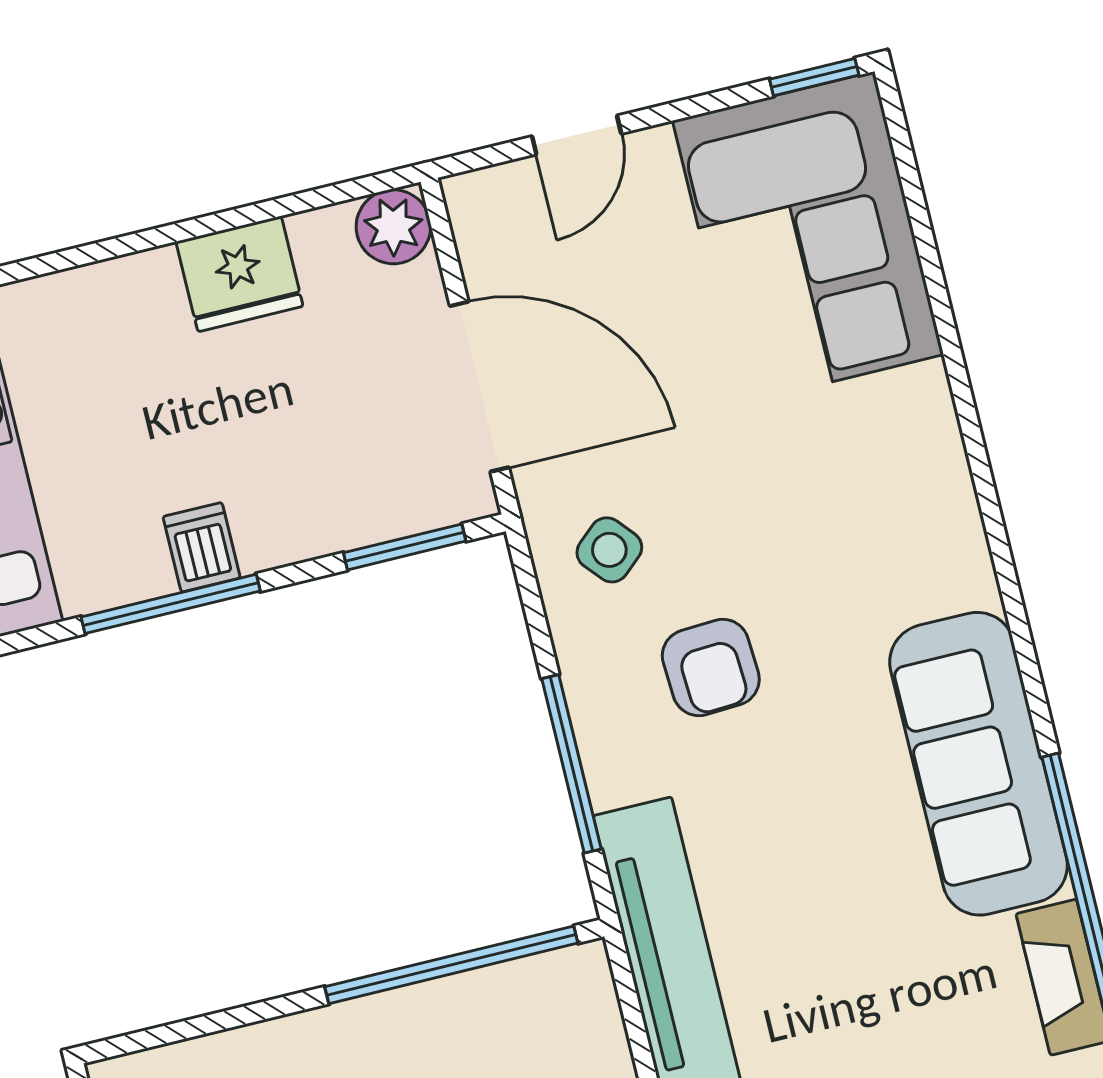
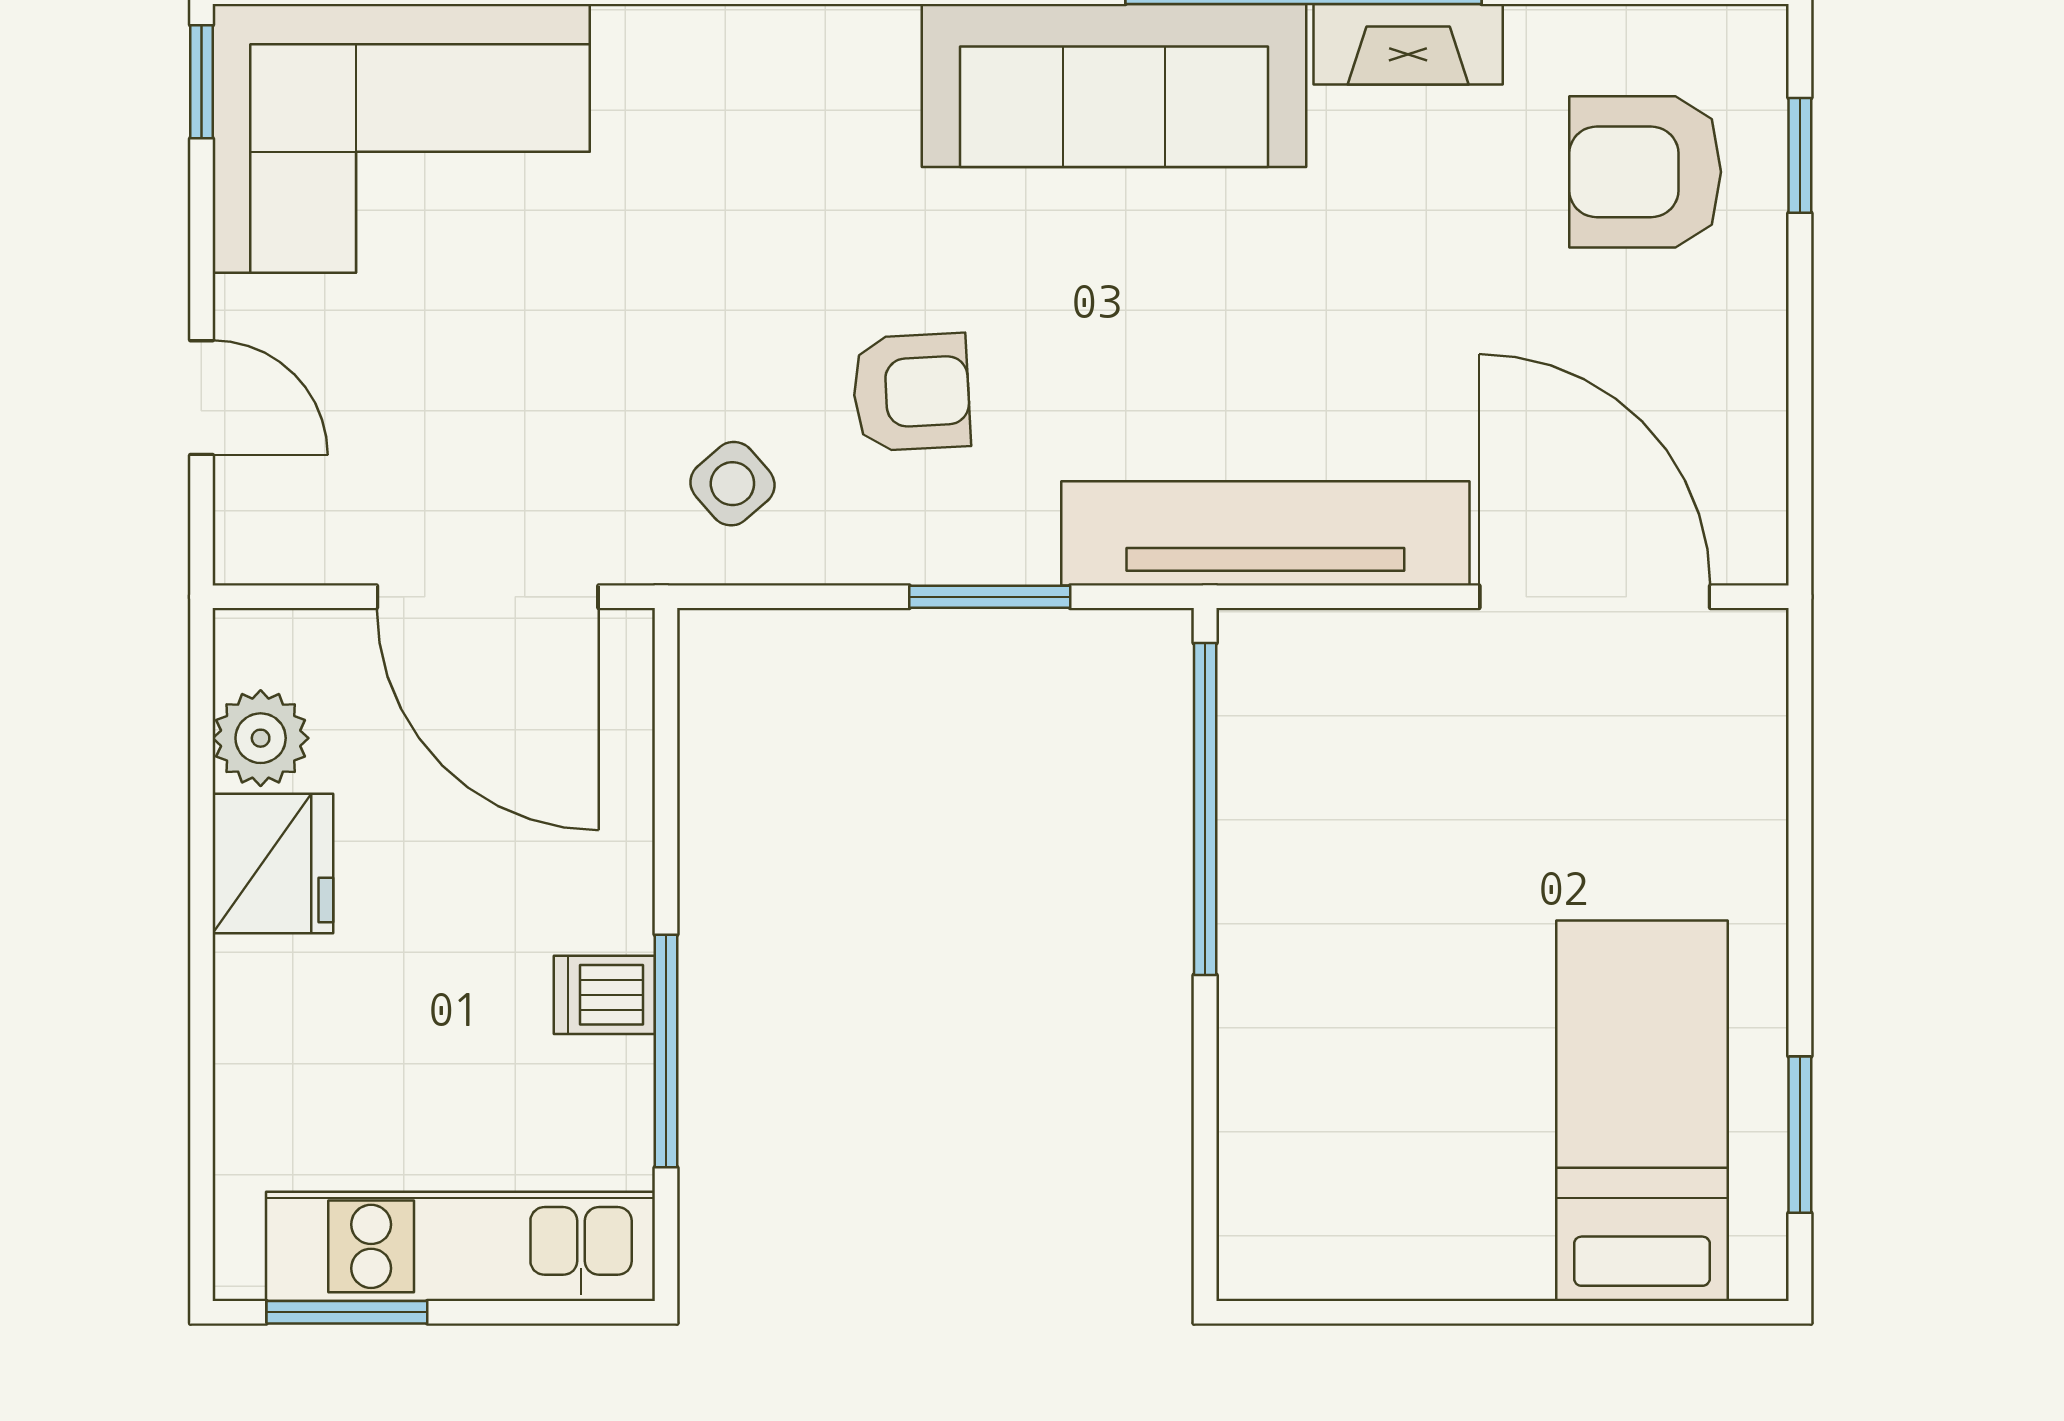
plant: (393, 227) -> (261, 738), moved
door: (479, 387) -> (488, 597), swing flipped
window: (405, 547) -> (666, 740), removed
window: (571, 764) -> (990, 597), width x0.69

